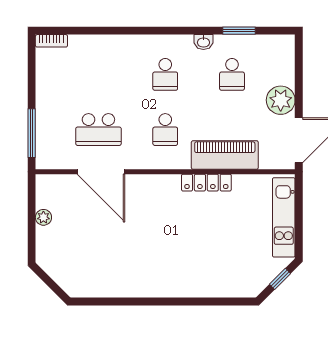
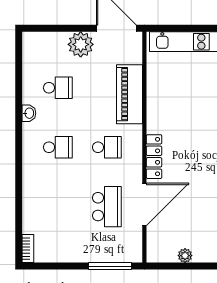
window: (239, 31) -> (19, 82), removed
locker: (206, 183) -> (154, 157), moved

